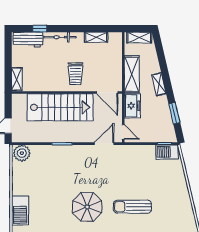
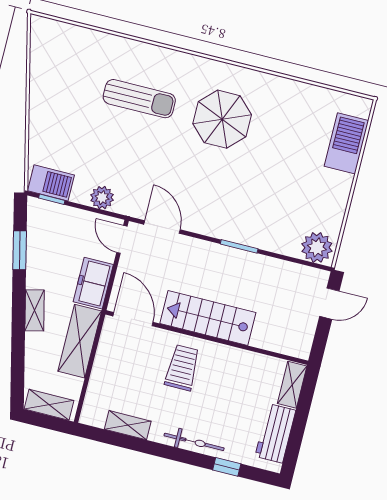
workbench: (28, 40) -> (275, 433), moved, turned -90
stairs: (60, 107) -> (208, 318), width x0.73, depth x0.66
door: (104, 144) -> (162, 227), swing flipped
plant: (139, 151) -> (102, 198), added

